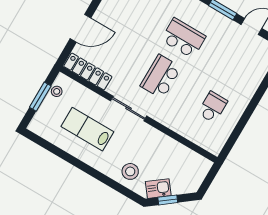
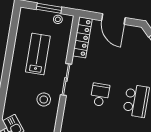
school desk: (161, 77) -> (100, 95), width x0.54
stool: (130, 171) -> (44, 99), moved

